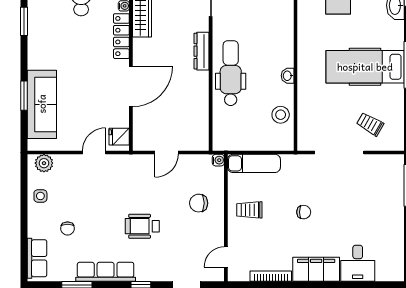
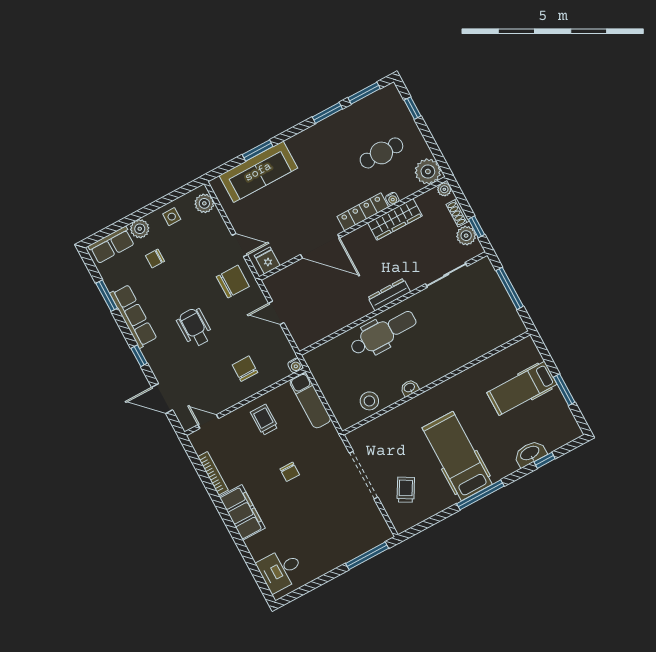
chair: (121, 174) -> (233, 282), added
plant: (36, 228) -> (140, 229), added
desk: (358, 263) -> (280, 570), moved

